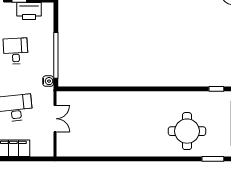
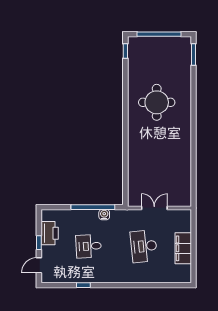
water cooler: (48, 81) -> (104, 215), moved
round table: (187, 131) -> (157, 102), moved

